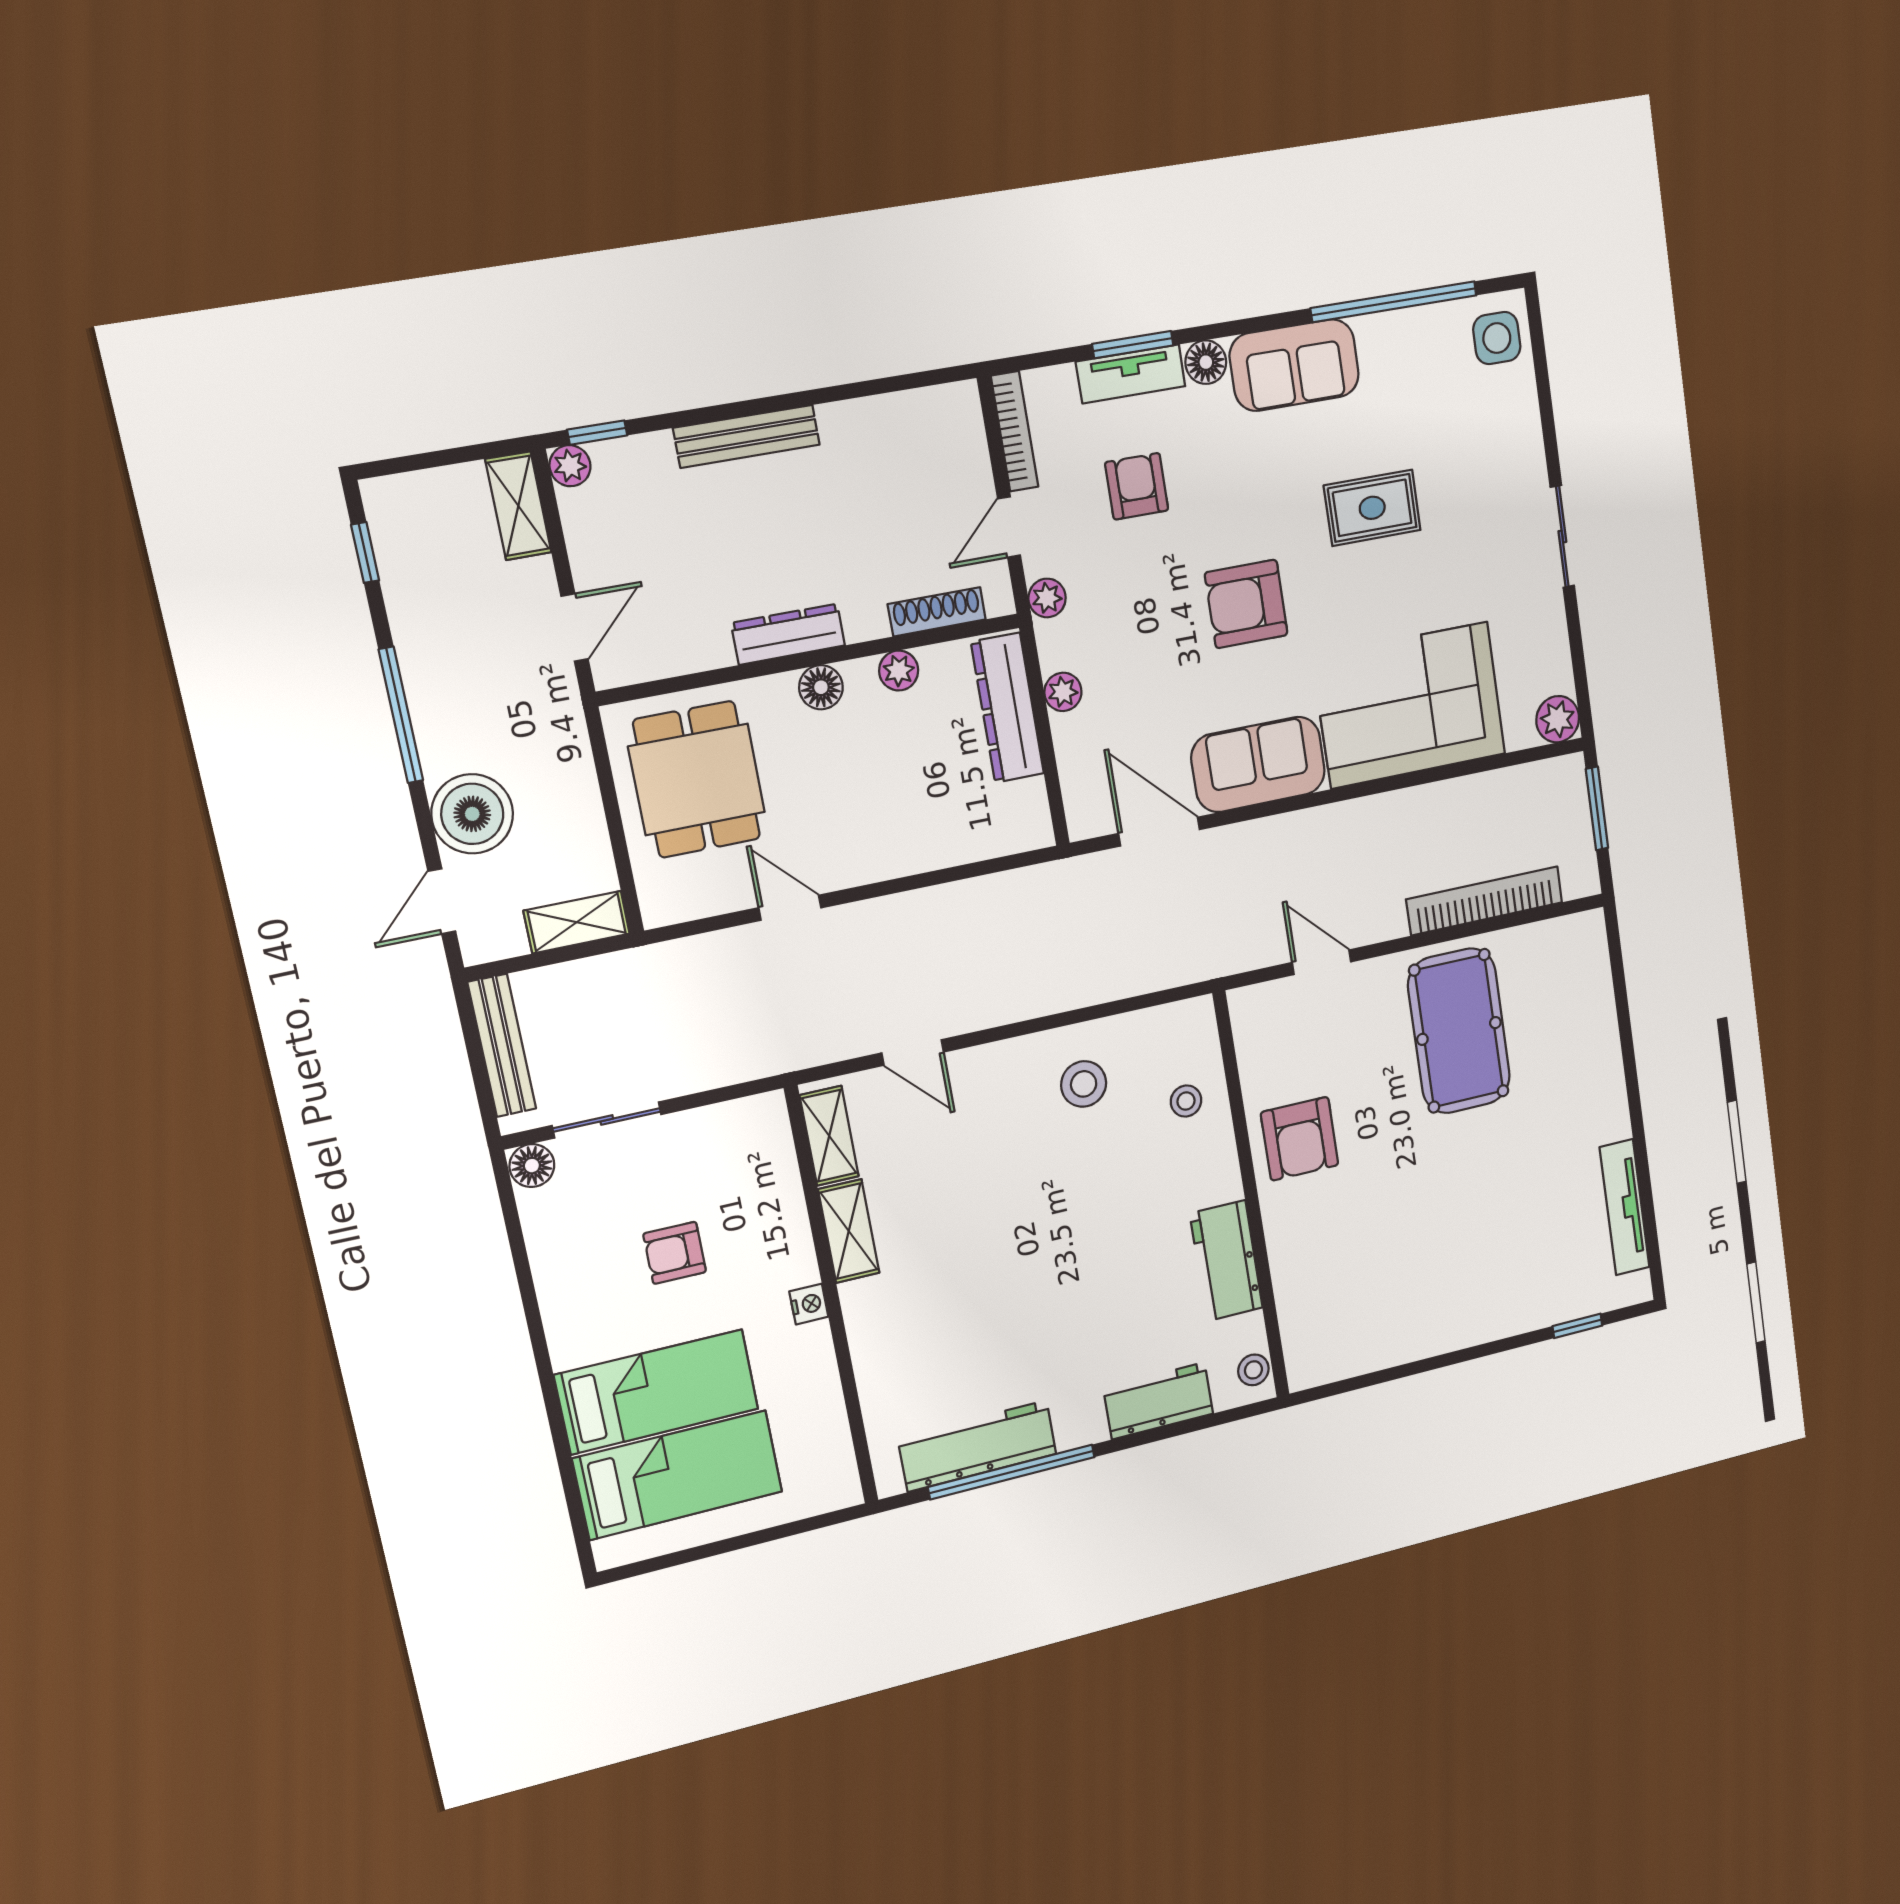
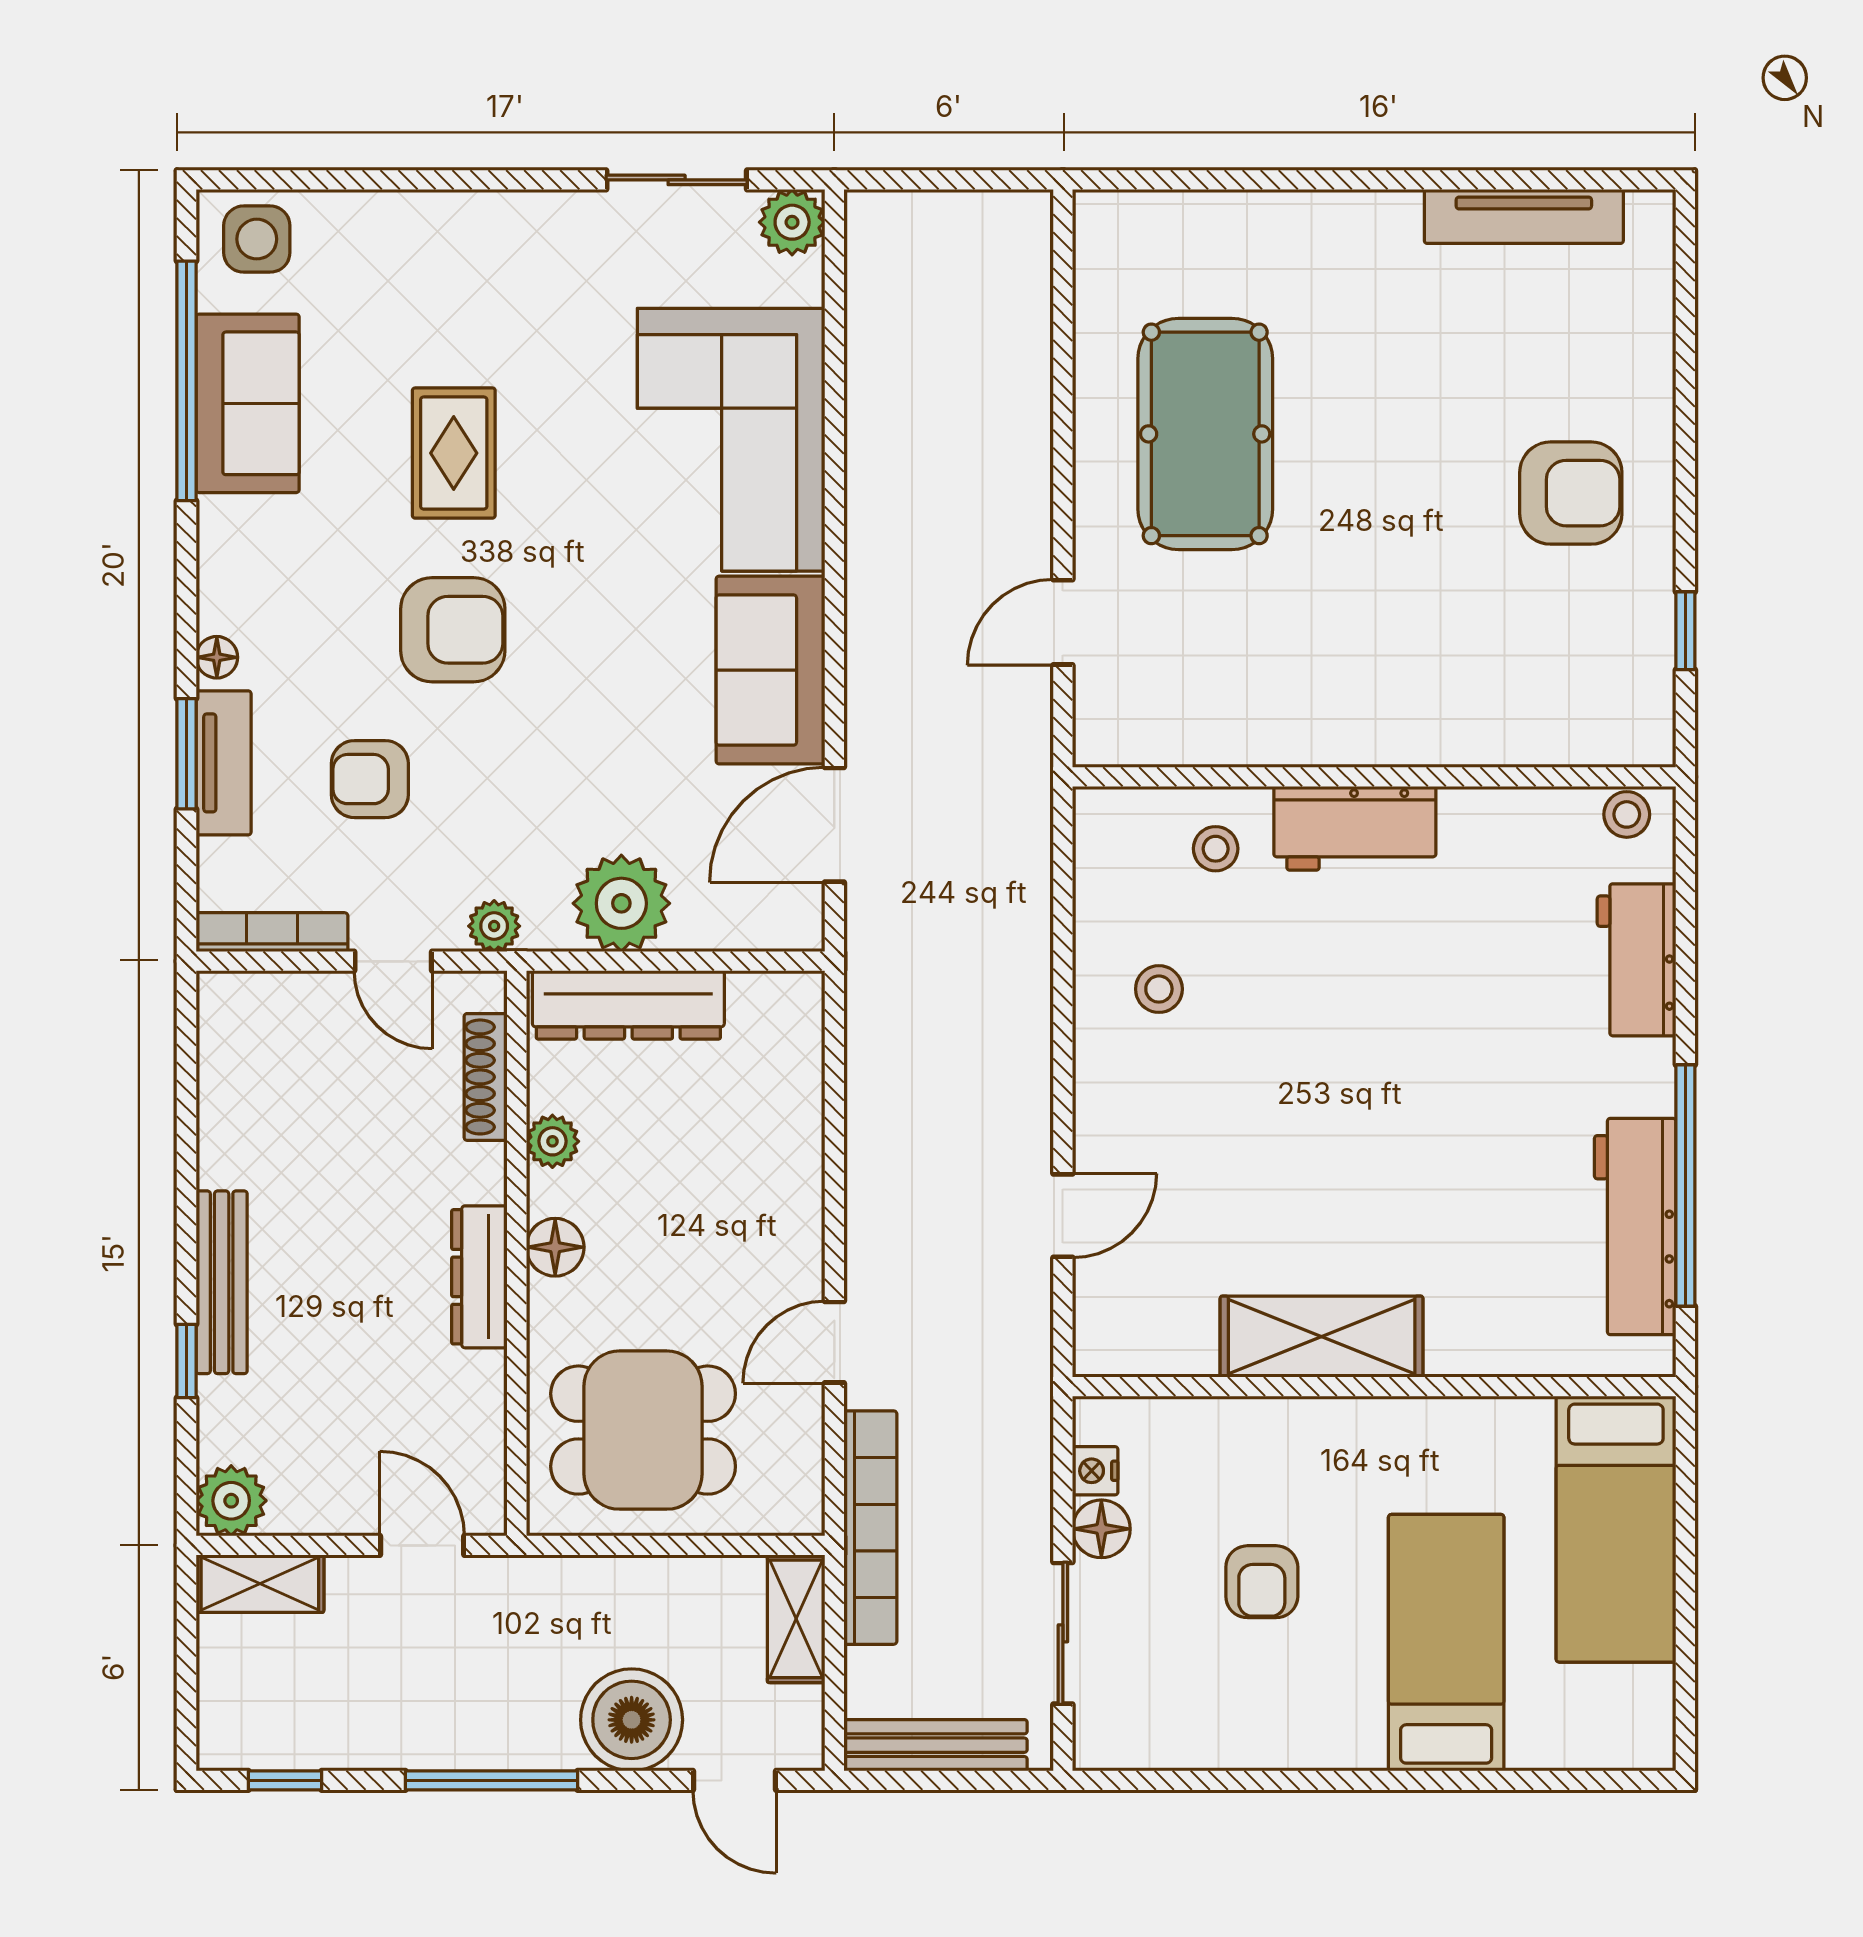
floor lamp: (1206, 362) -> (217, 657), width x0.73, depth x0.73
sofa: (1294, 365) -> (248, 403), moved
window: (597, 433) -> (186, 1361), moved
plant: (570, 466) -> (231, 1501), width x1.38, depth x1.38
sliding door: (1562, 537) -> (677, 180), moved
armchair: (1246, 604) -> (453, 630), moved, turned -90
plant: (1063, 692) -> (621, 903), width x1.87, depth x1.87
window: (1597, 808) -> (930, 180), removed
bookcase: (1485, 901) -> (870, 1528), moved, turned 180
pool table: (1459, 1031) -> (1205, 434), turned 90
stool: (1084, 1084) -> (1159, 989), width x0.73, depth x0.73
shelving: (829, 1136) -> (1151, 1348), removed
armchair: (1300, 1139) -> (1571, 493), moved
floor lamp: (532, 1166) -> (1101, 1529), moved
shelving: (849, 1231) -> (1322, 1337), width x1.50, depth x1.33
workbench: (1226, 1261) -> (1355, 828), moved
nightstand: (809, 1304) -> (1095, 1471), moved, turned -90
window: (1577, 1326) -> (1685, 631), moved
bed: (678, 1475) -> (1616, 1529), moved, turned 180

